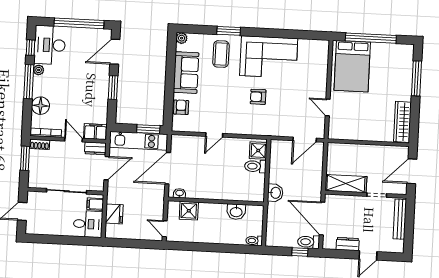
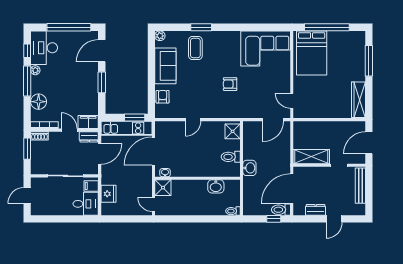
corner sofa: (269, 57) -> (266, 48), moved
door: (328, 107) -> (292, 101), moved
toilet: (255, 166) -> (231, 157), moved
shower: (189, 211) -> (163, 188), moved
door: (322, 218) -> (292, 188), hinge flipped

